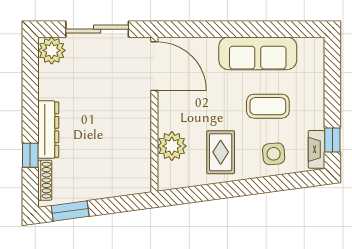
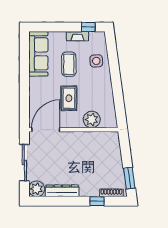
sofa: (258, 53) -> (38, 54), moved
dresser: (48, 130) -> (62, 191), moved
fireplace: (317, 149) -> (77, 36), moved
rug: (221, 152) -> (69, 98), moved, turned 90

